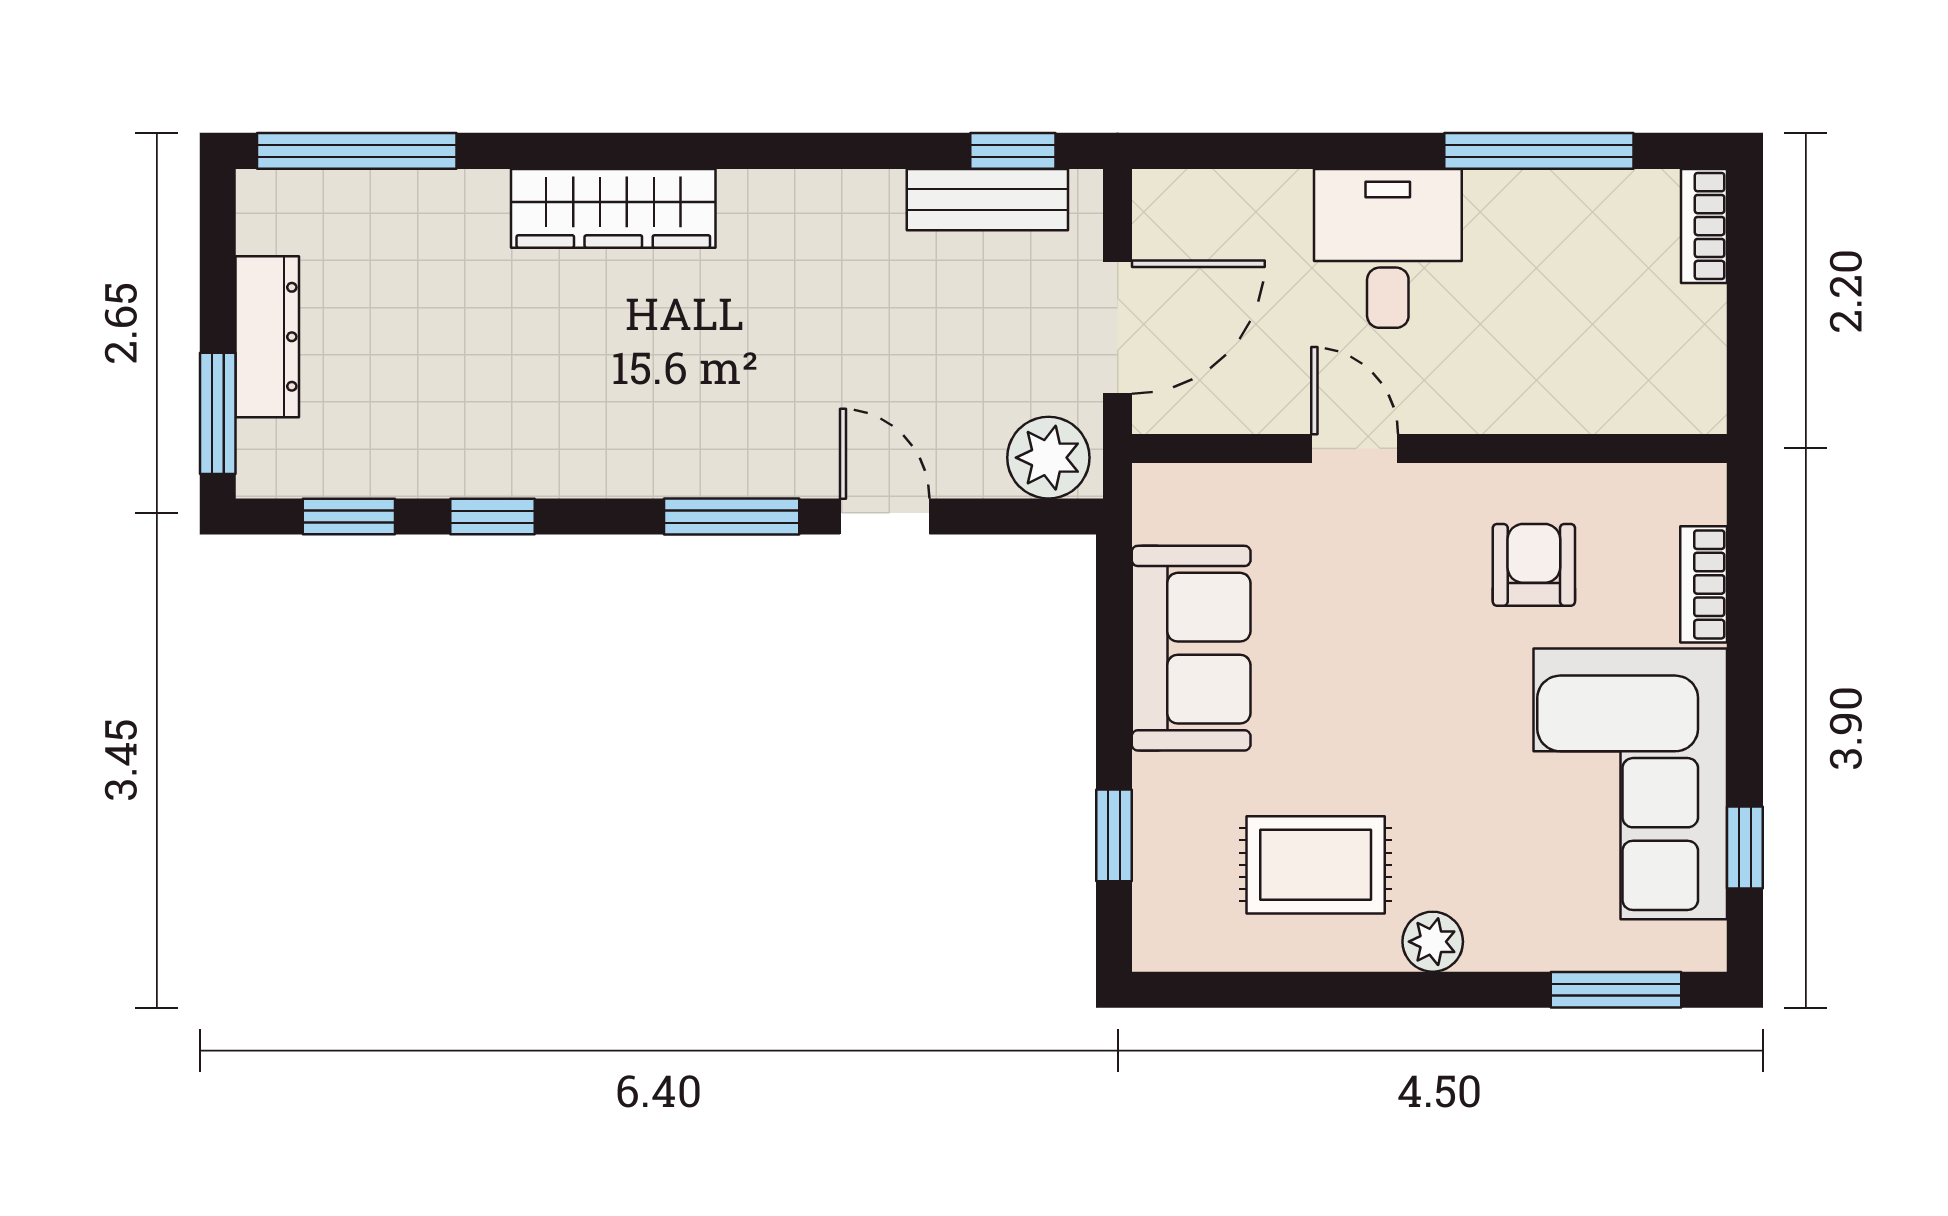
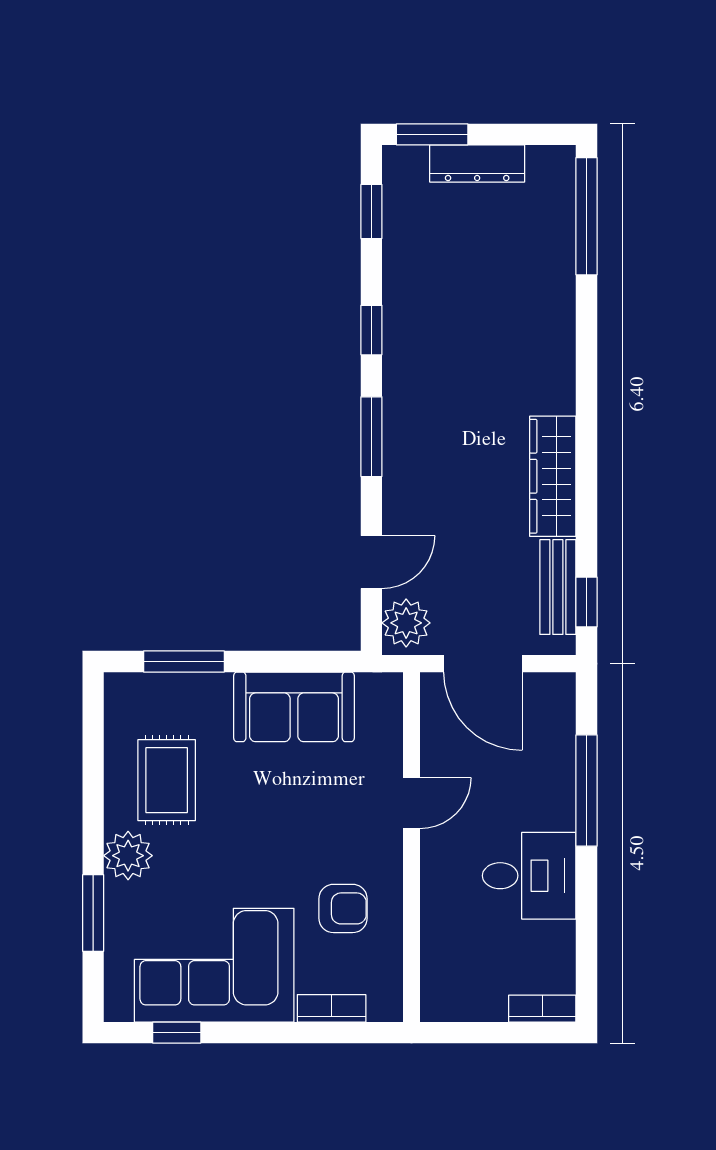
window: (1539, 151) -> (586, 791), moved
wardrobe: (613, 208) -> (553, 476), moved
desk: (1388, 248) -> (529, 876), moved
window: (492, 517) -> (371, 330), moved
door: (885, 517) -> (371, 562), moved
window: (1114, 835) -> (184, 661), width x1.50
plant: (1433, 942) -> (128, 856), width x1.38, depth x1.38
window: (1616, 990) -> (93, 913), moved

